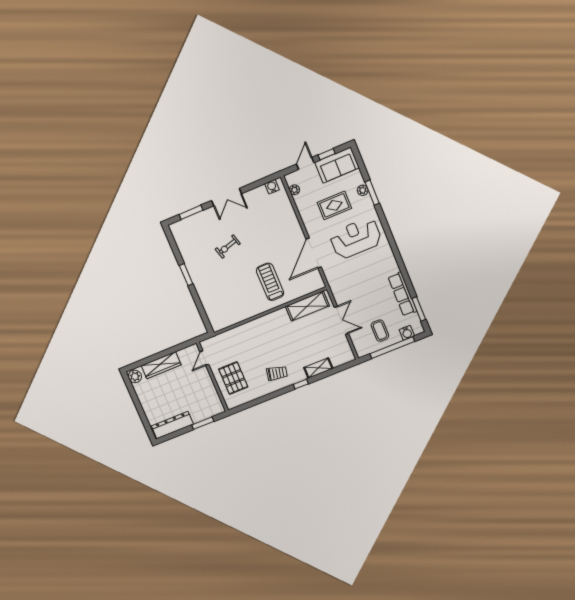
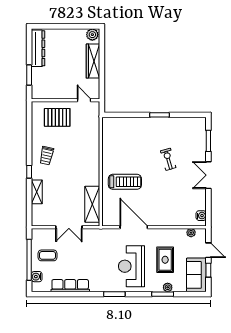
reception desk: (356, 238) -> (131, 266), turned 180
window: (419, 309) -> (114, 294), moved

